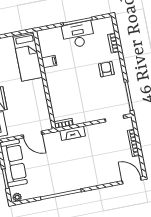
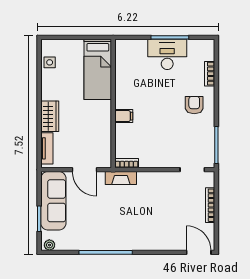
filing cabinet: (49, 62) -> (124, 116), moved
fireplace: (73, 133) -> (121, 178), moved

